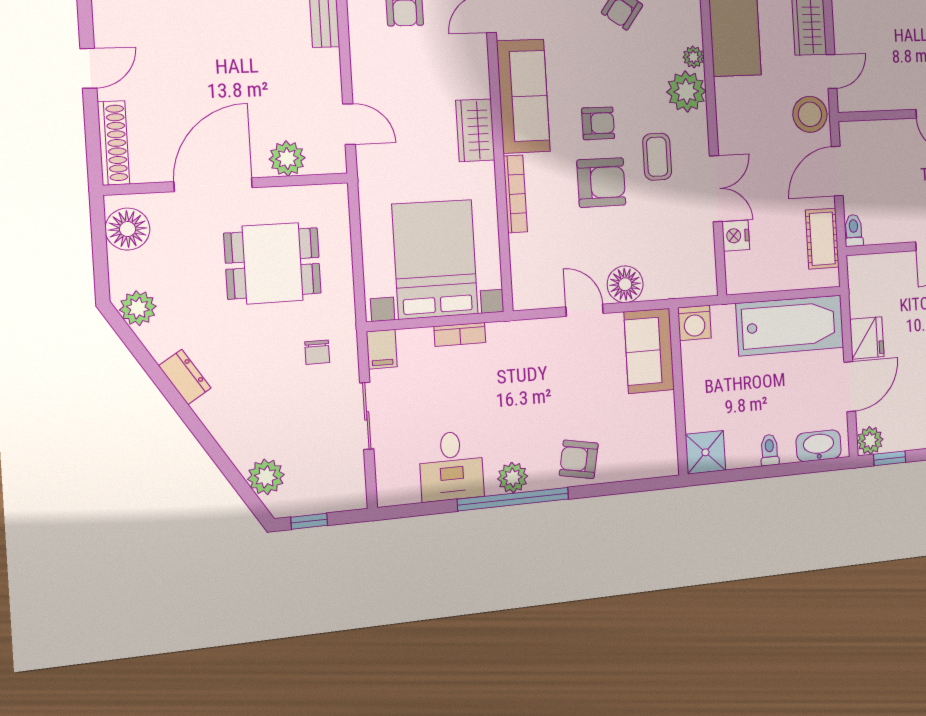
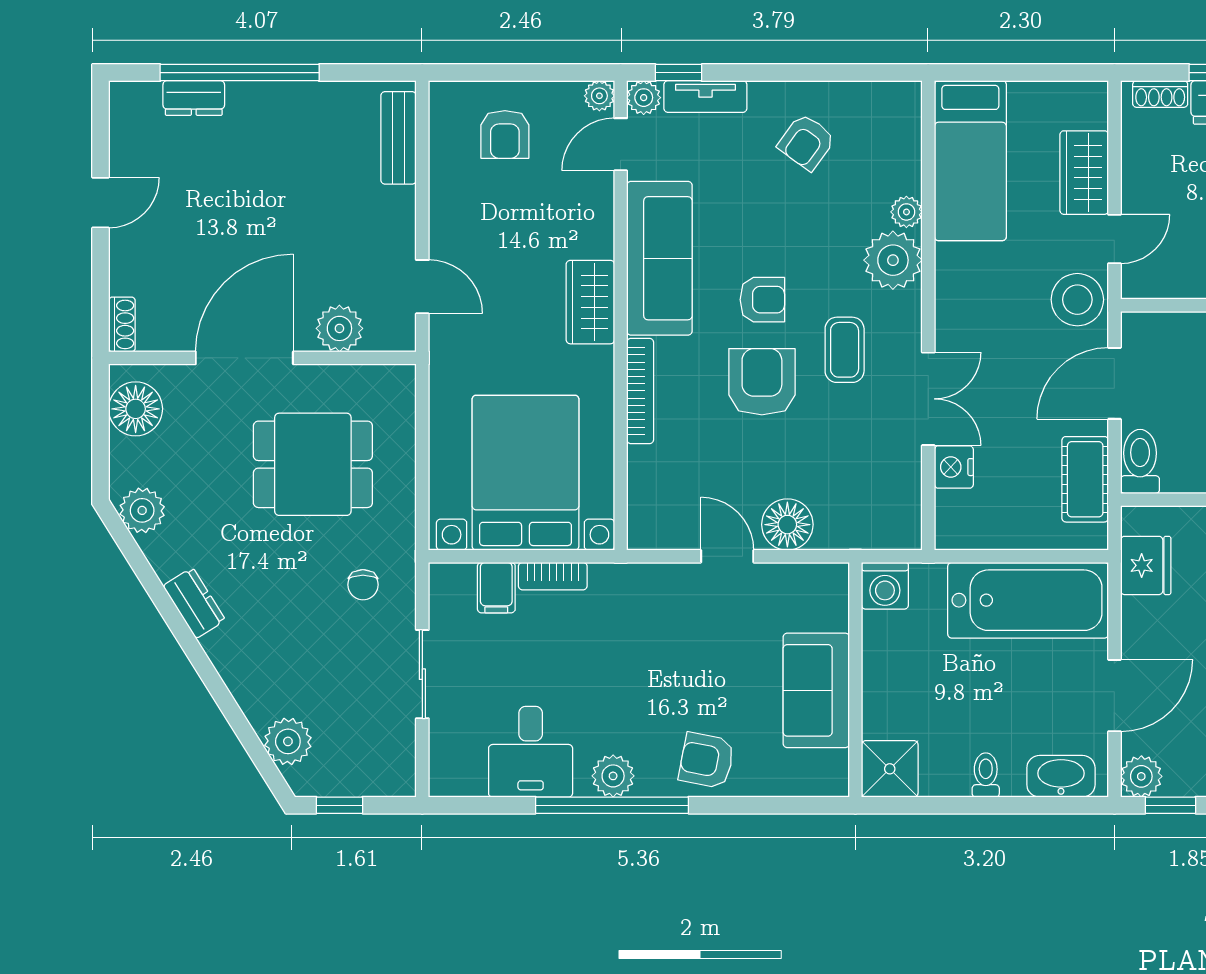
shoe rack: (114, 143) -> (122, 324), width x0.51, depth x0.81
armchair: (601, 183) -> (762, 382), turned -90
toilet: (854, 230) -> (1140, 461), width x1.37, depth x1.39
fridge: (867, 338) -> (1146, 565), moved
filing cabinet: (382, 349) -> (496, 588), moved
sofa: (649, 351) -> (816, 690), moved

